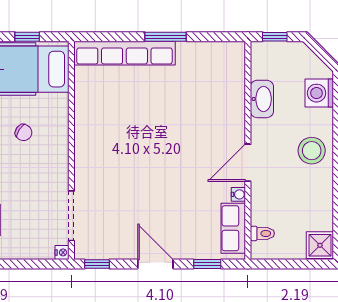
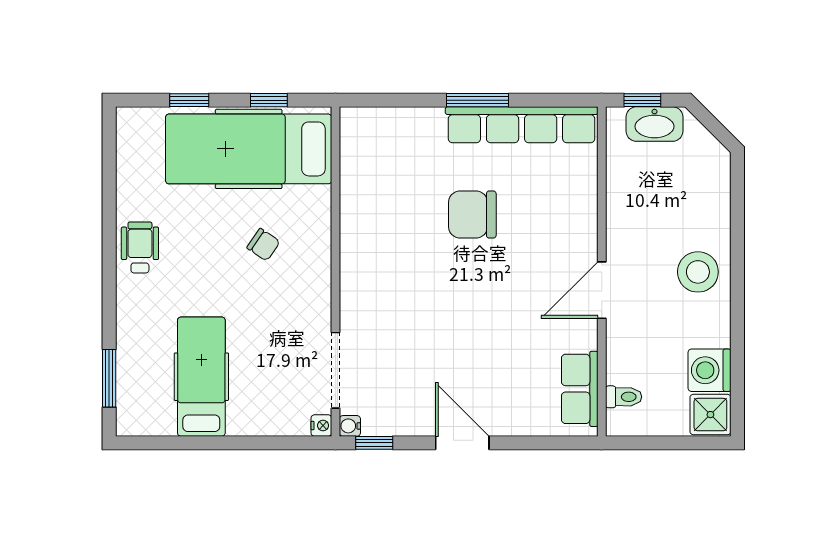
row of seats: (124, 53) -> (522, 125), moved
washing machine: (319, 93) -> (709, 370), moved
washbasin: (262, 99) -> (655, 124), moved, turned 90
chair: (162, 113) -> (472, 215), added
water cooler: (238, 194) -> (350, 426), moved, turned 180
window: (207, 264) -> (540, 443), removed

